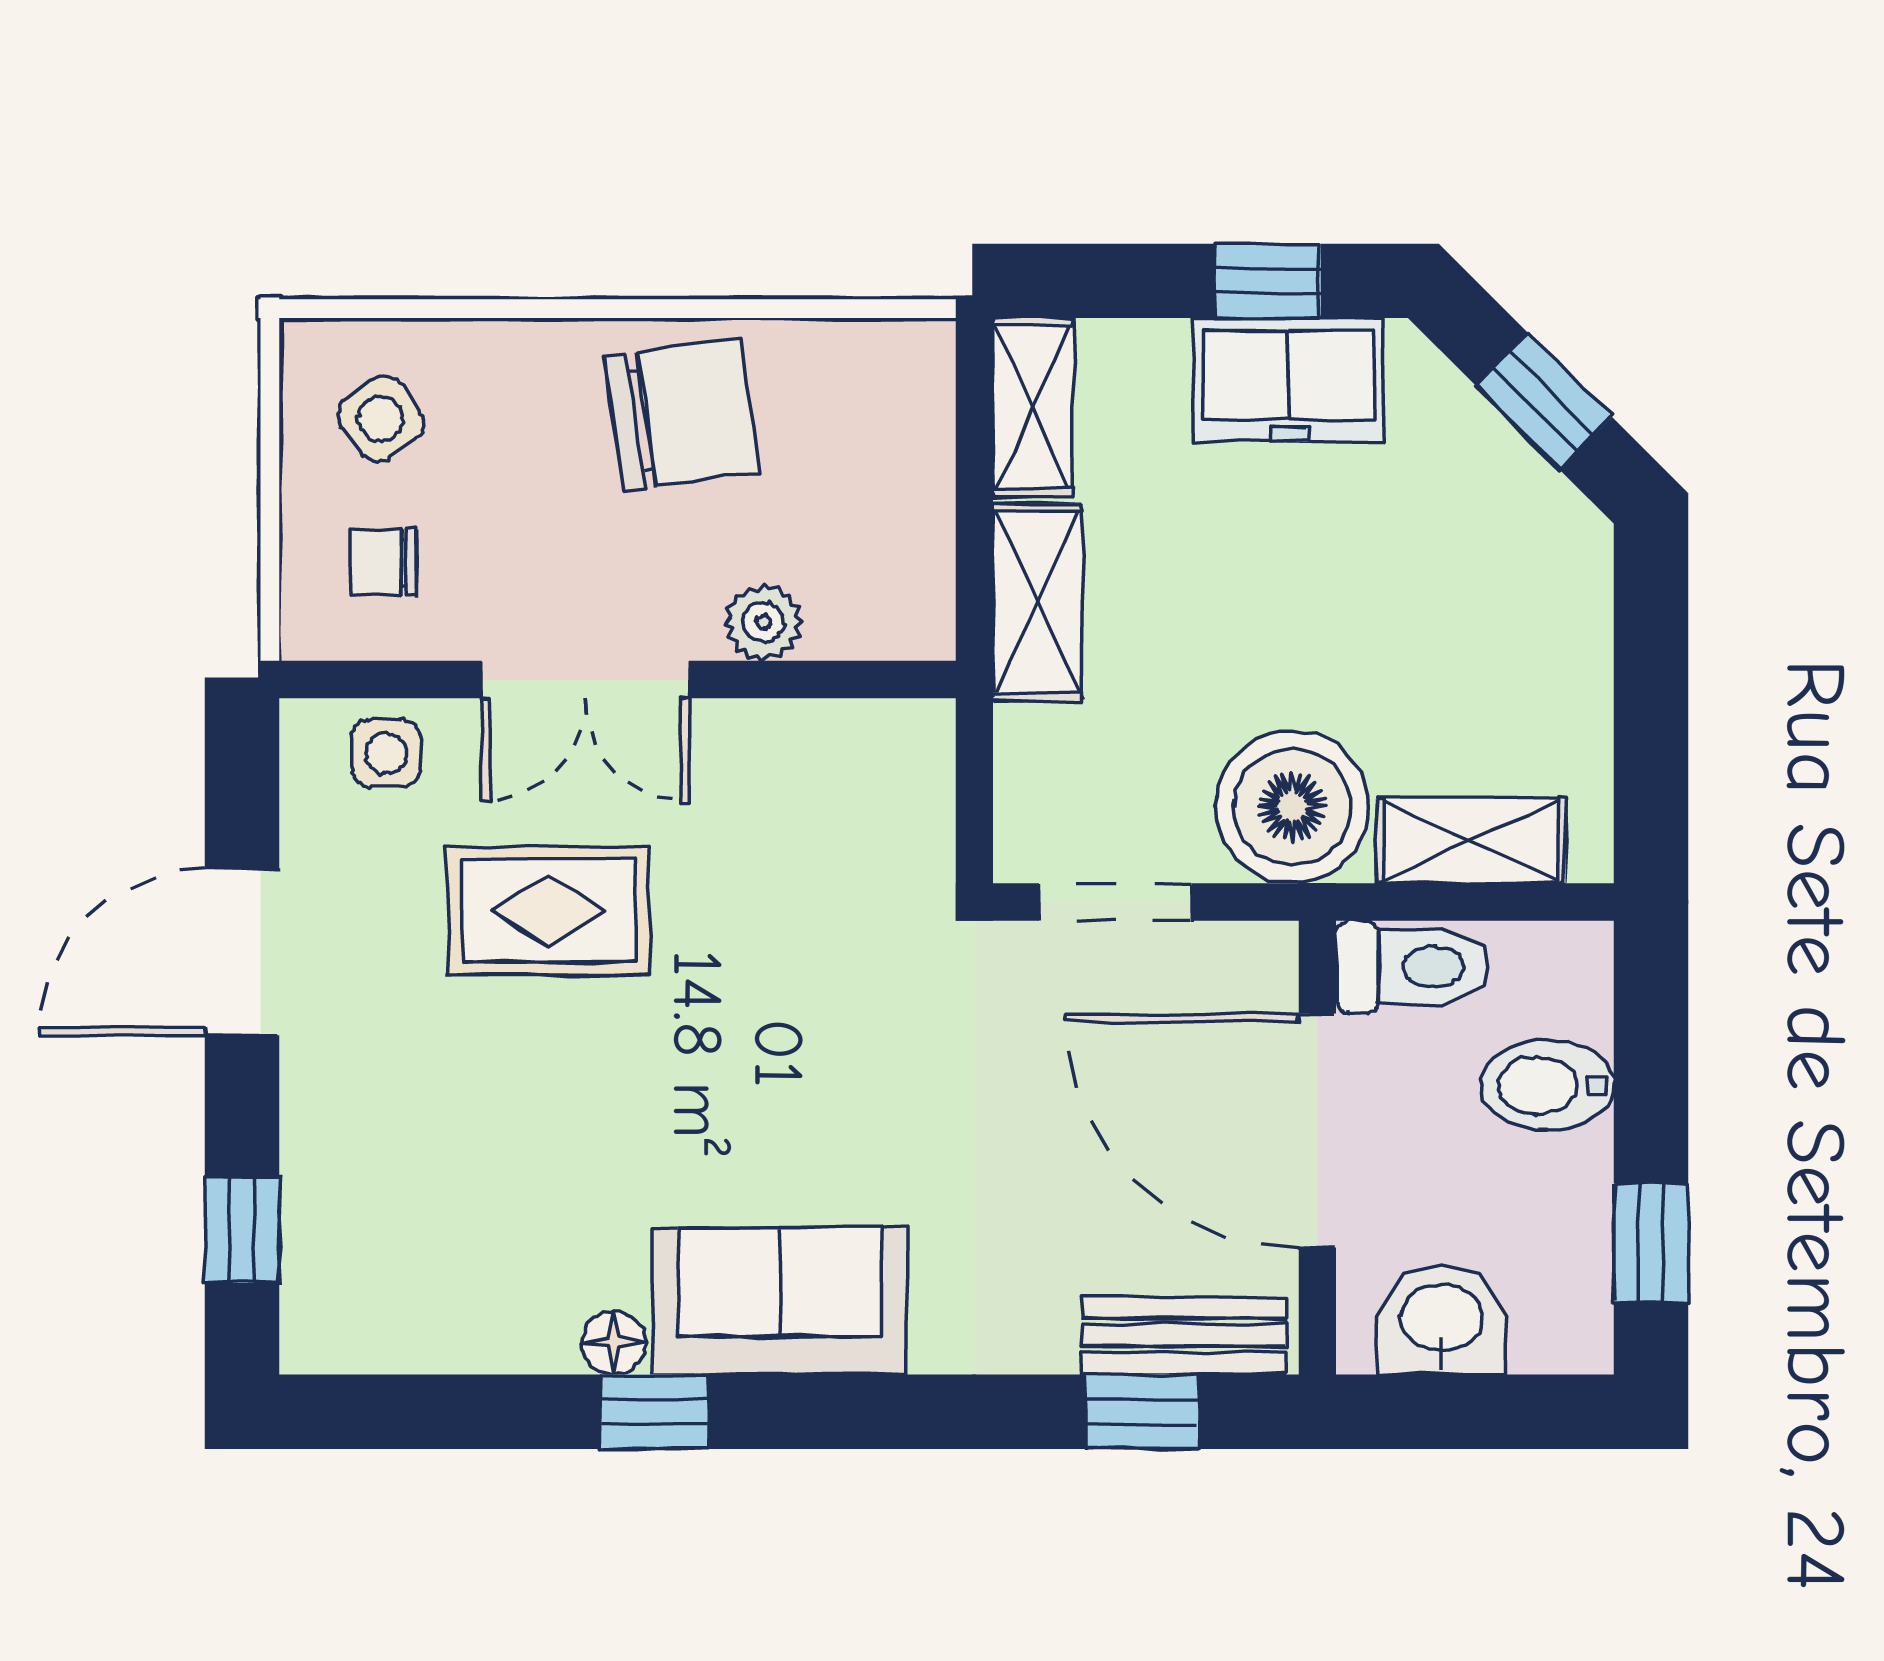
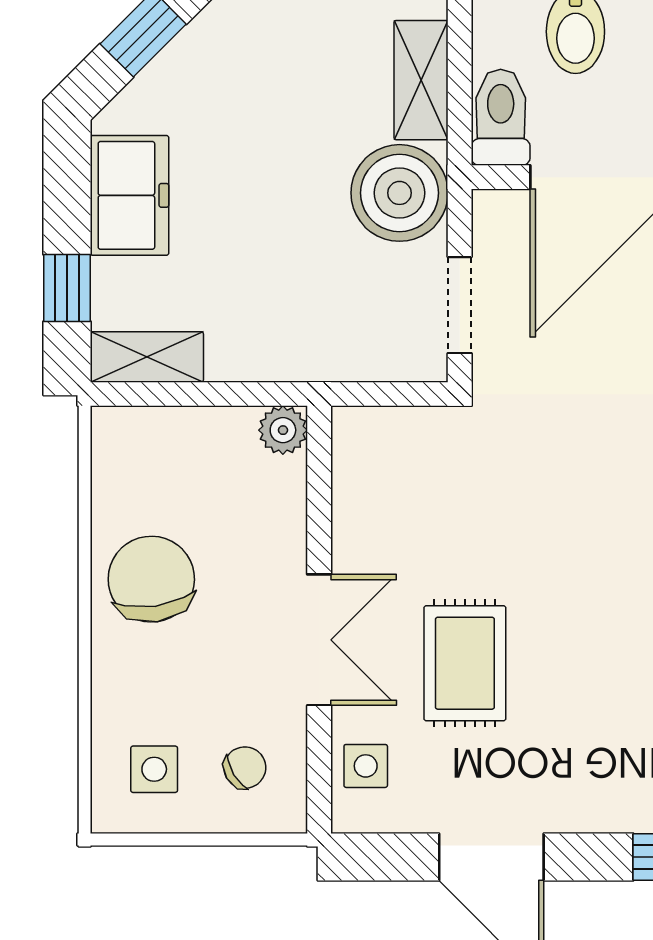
window: (1268, 281) -> (67, 288), moved
side table: (381, 419) -> (154, 769), turned 36
chair: (383, 562) -> (245, 768), turned -121
shelving: (1037, 602) -> (270, 354), removed
plant: (763, 622) -> (283, 430), moved

